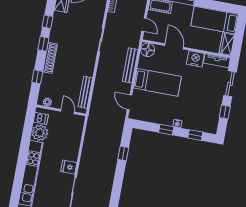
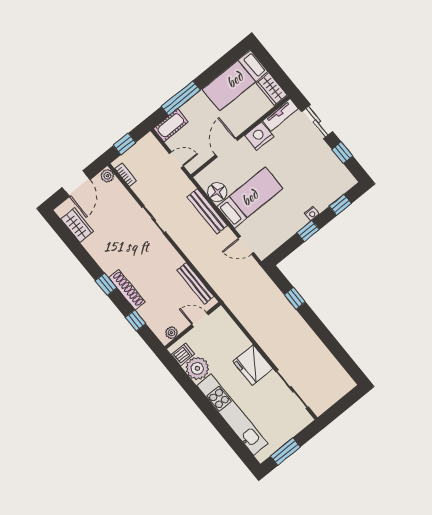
window: (48, 22) -> (86, 260), removed
door: (174, 46) -> (227, 147), hinge flipped
floor lamp: (148, 50) -> (217, 192), moved
fridge: (69, 167) -> (253, 365), width x1.88, depth x1.34

